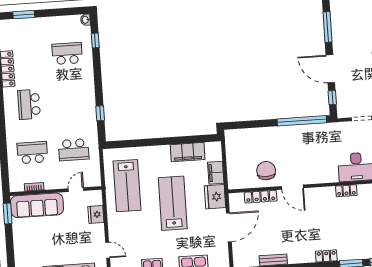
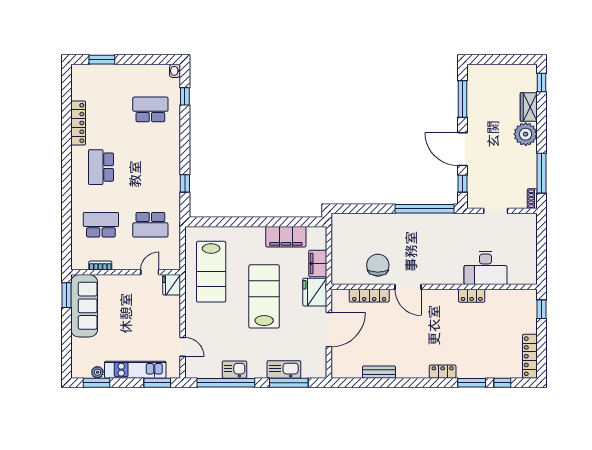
sofa: (37, 205) -> (84, 306), moved, turned -90
fridge: (96, 214) -> (172, 285), moved

